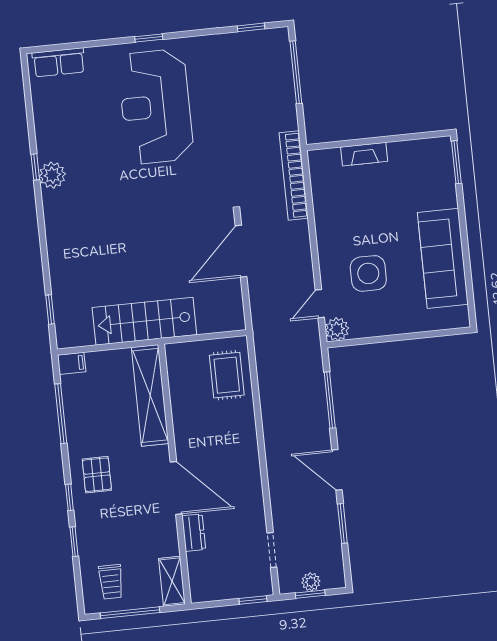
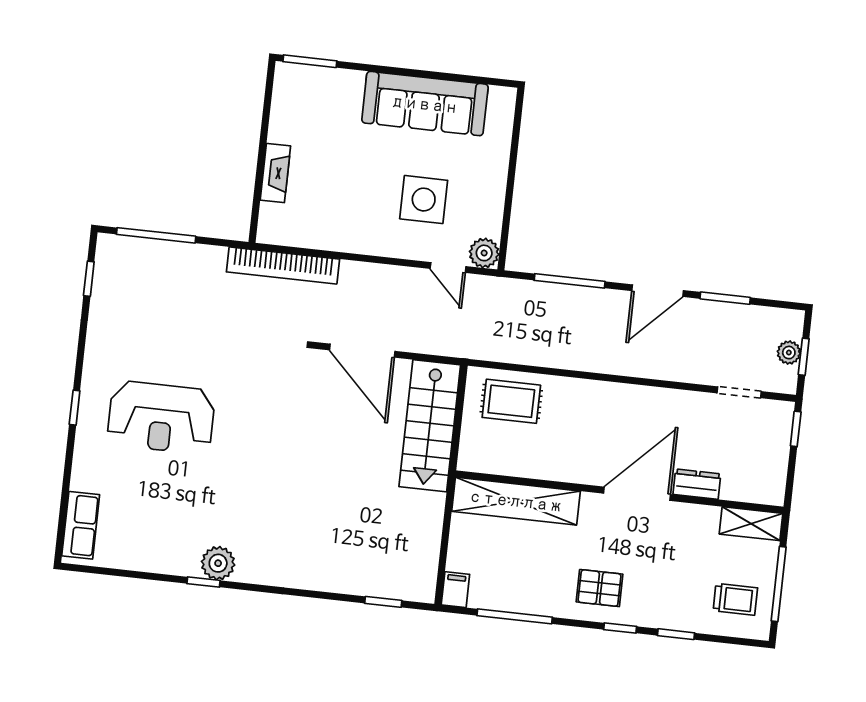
reception desk: (156, 107) -> (161, 417), width x0.74, depth x0.77
stairs: (144, 321) -> (430, 426), moved

